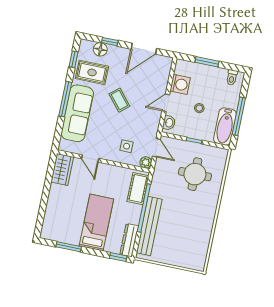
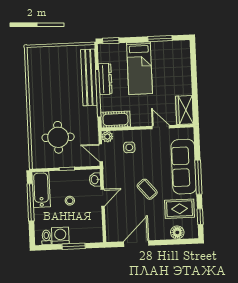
window: (110, 42) -> (170, 242), removed
washing machine: (180, 84) -> (60, 236), moved, turned 90
cot: (138, 189) -> (115, 119), moved, turned 90
dresser: (129, 240) -> (105, 79), moved

